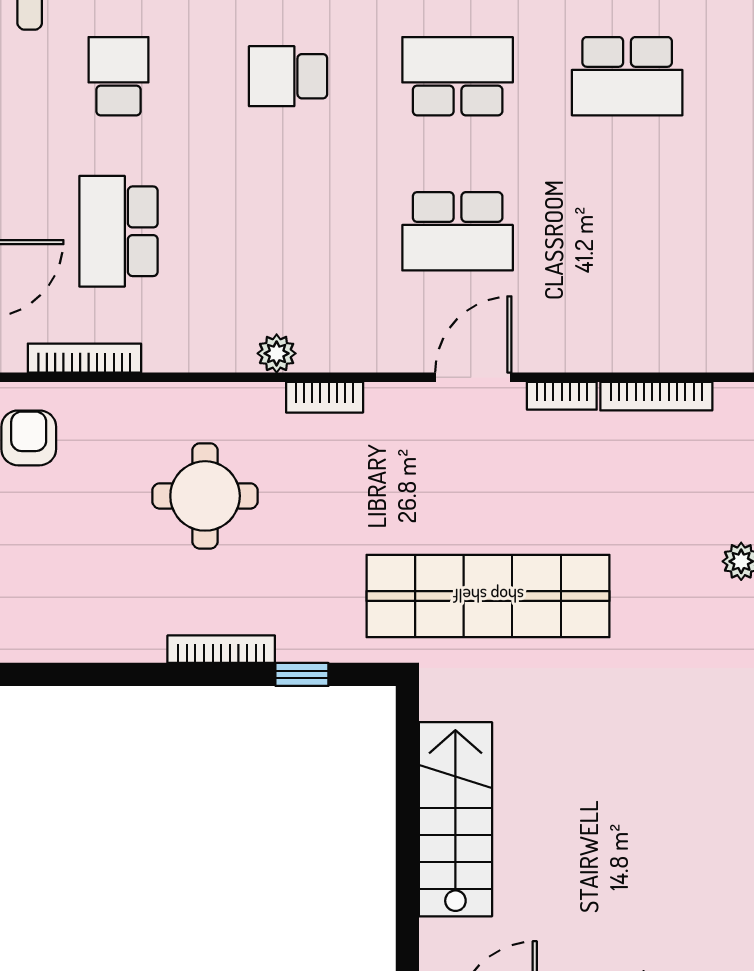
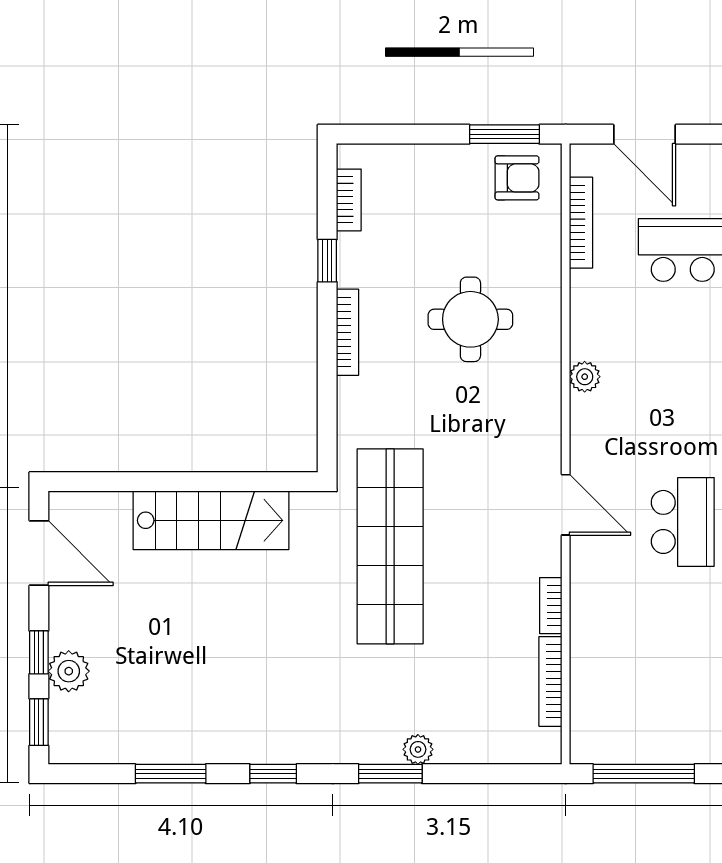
school desk: (458, 231) -> (683, 522), turned 180
door: (473, 377) -> (566, 505), moved
bookcase: (325, 397) -> (349, 200), moved, turned 180
window: (302, 674) -> (327, 261), moved

